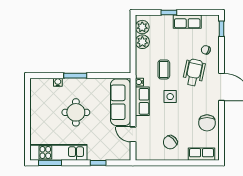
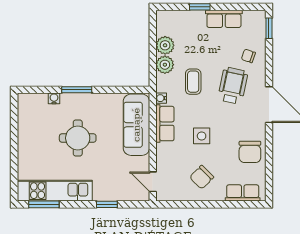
plant: (142, 27) -> (165, 65), moved
side table: (170, 97) -> (202, 136), moved
door: (133, 134) -> (153, 182), moved

